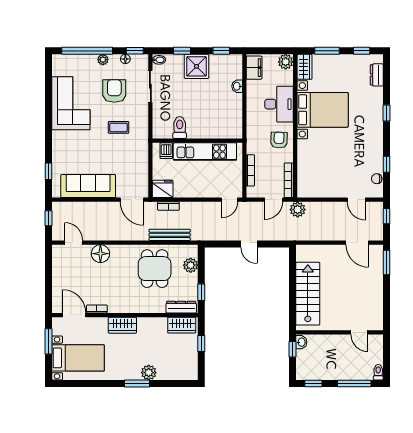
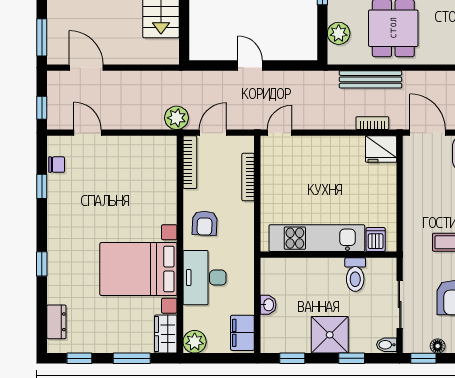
toilet: (180, 128) -> (355, 275), moved
wall: (197, 141) -> (328, 255), moved
dishwasher: (166, 151) -> (376, 240), moved
kitchen unit: (205, 152) -> (317, 238), moved

